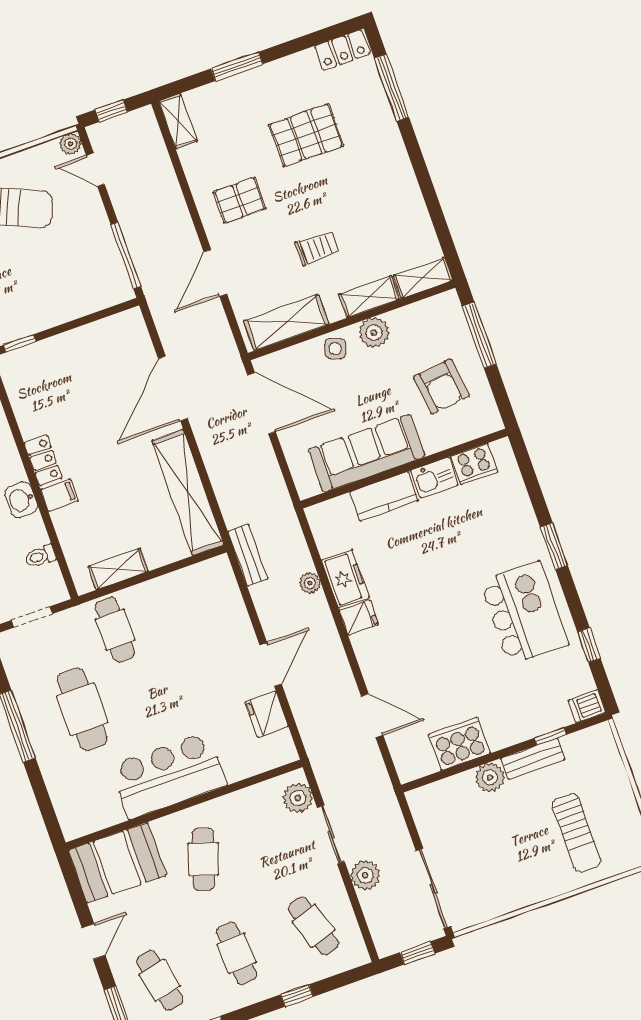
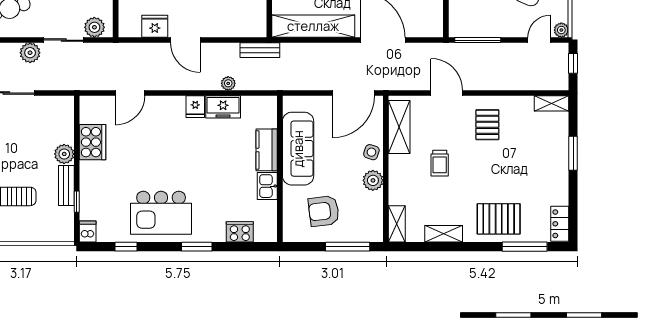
pallet: (306, 135) -> (499, 219), moved, turned 90
shelving: (369, 297) -> (444, 234), moved, turned 90
cooker: (474, 464) -> (240, 232), moved, turned 90

